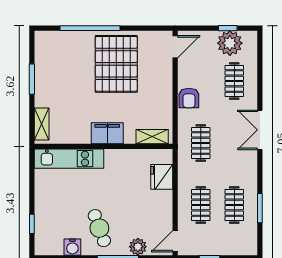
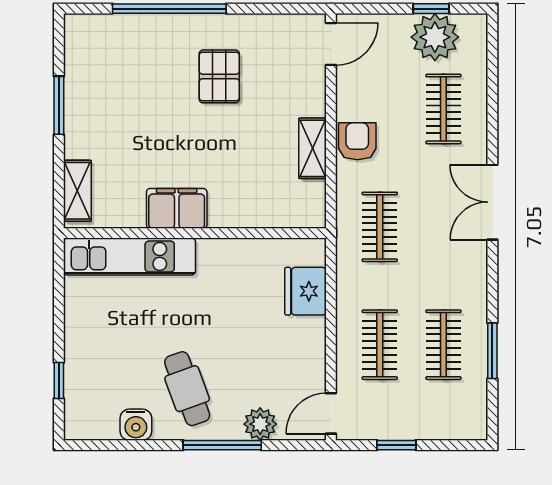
pallet: (116, 64) -> (219, 76), width x0.49, depth x0.50
armchair: (189, 98) -> (357, 141), turned 180
filing cabinet: (107, 133) -> (177, 208), moved
shelving: (152, 137) -> (313, 148), moved, turned 90

